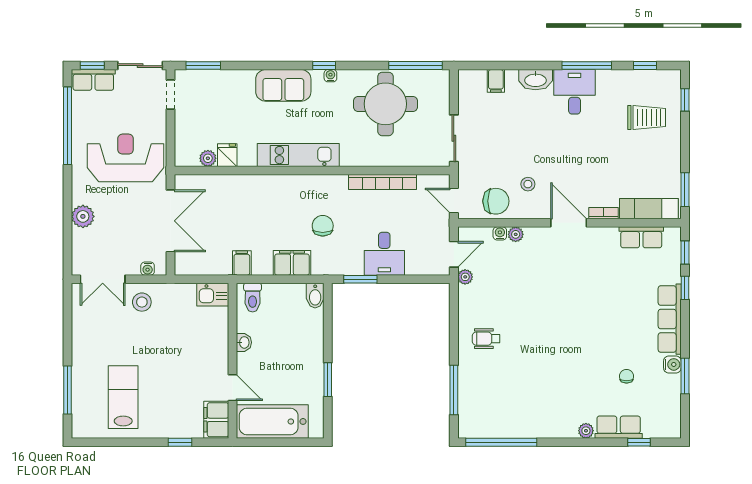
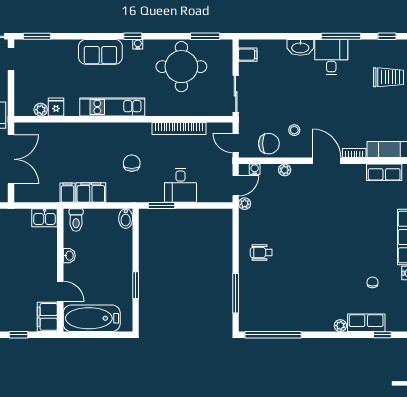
window: (415, 66) -> (205, 36), width x0.69
filing cabinet: (496, 81) -> (248, 55), moved, turned -90
water cooler: (500, 233) -> (255, 169), moved
filing cabinet: (292, 263) -> (91, 193), moved

